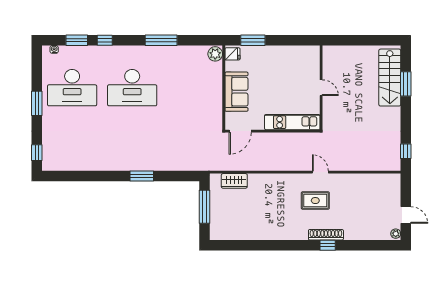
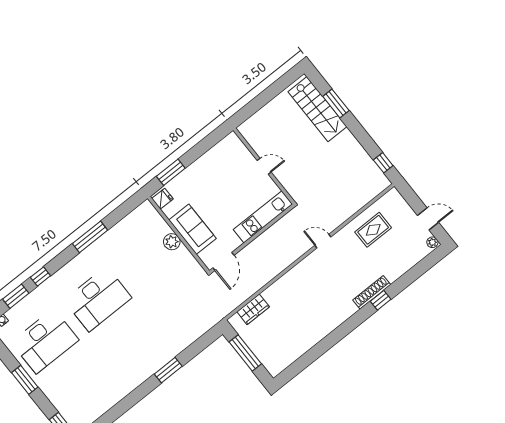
plant: (215, 54) -> (172, 242), moved
rug: (315, 201) -> (373, 230), moved

